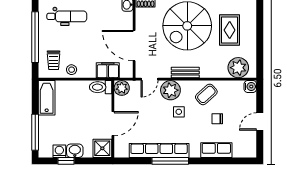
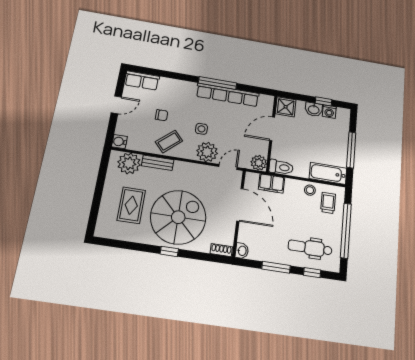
bench: (185, 73) -> (158, 163), moved
bathtub: (47, 98) -> (328, 173), moved, turned 90
window: (35, 132) -> (351, 150), moved
row of seats: (216, 150) -> (142, 80), moved

